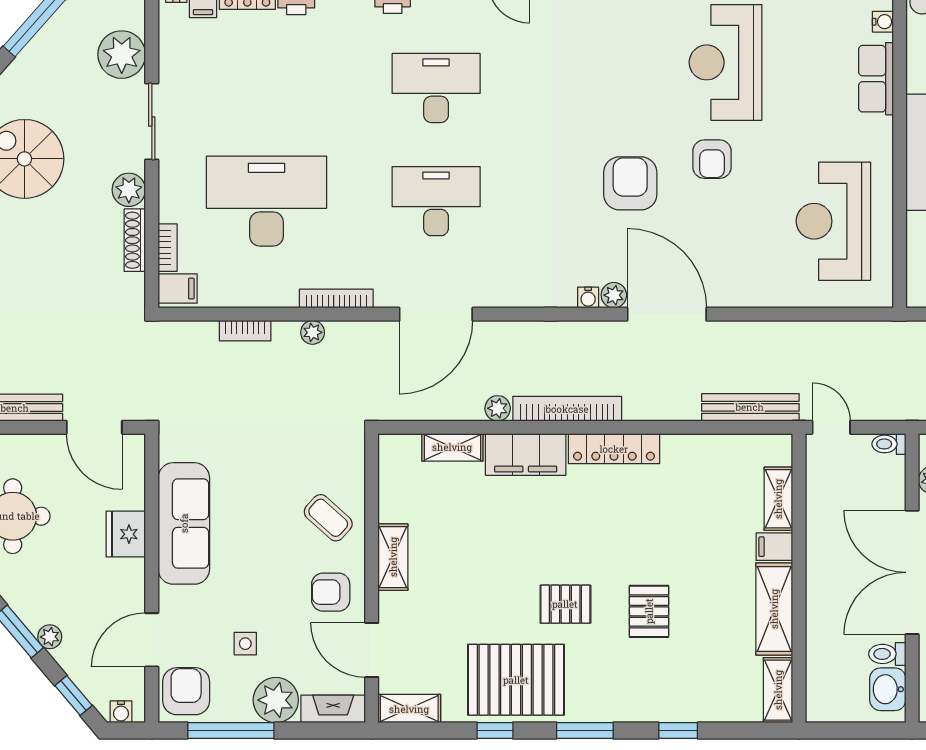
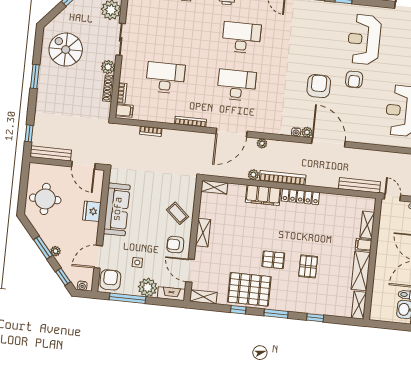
desk: (266, 201) -> (165, 78), width x0.73, depth x0.77
plant: (313, 332) -> (262, 143), moved
shelving: (452, 447) -> (214, 187), moved

